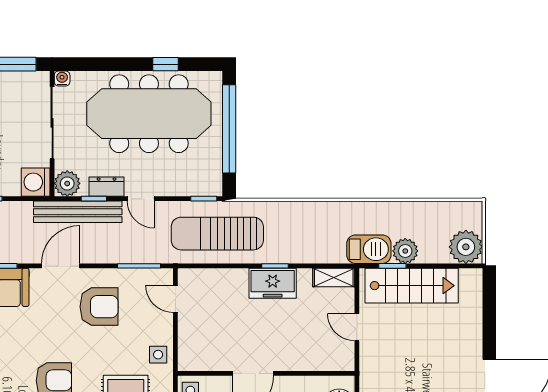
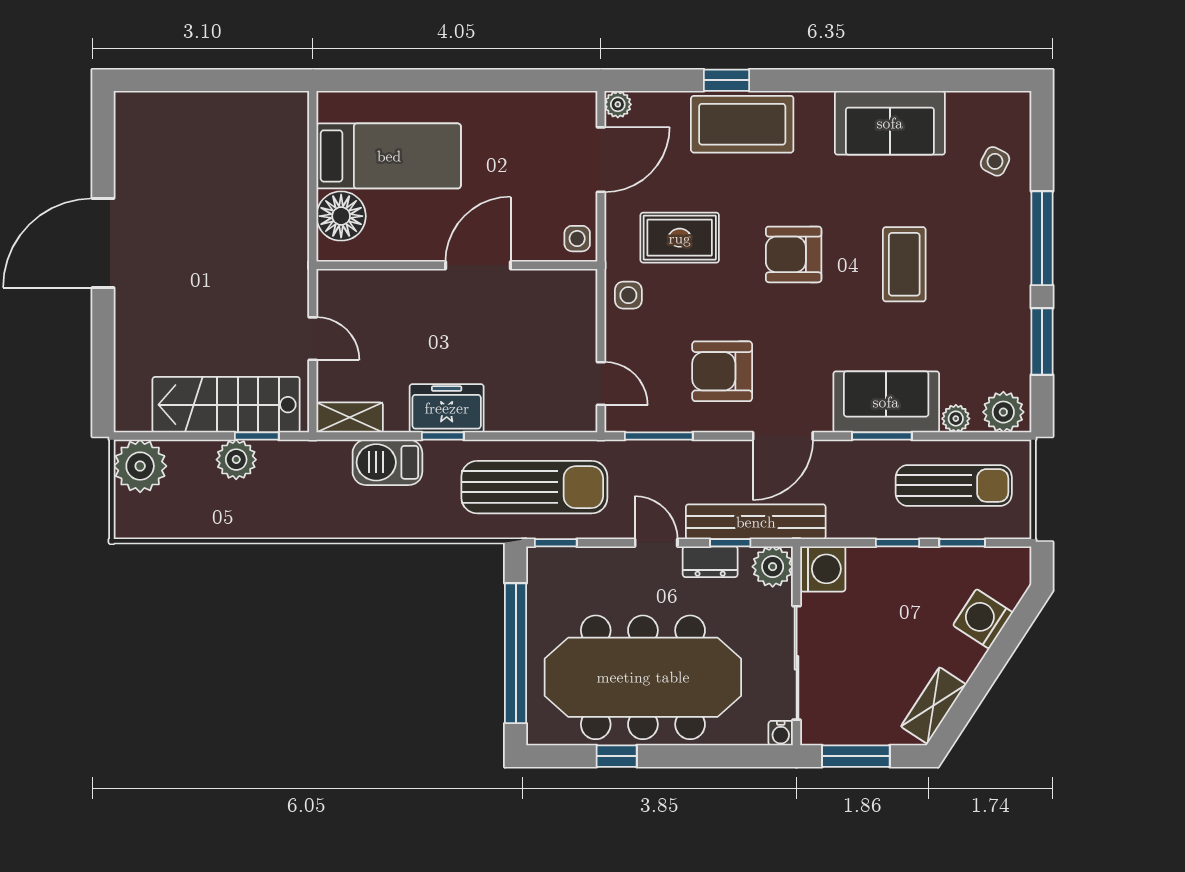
barbecue: (369, 249) -> (387, 462), moved

